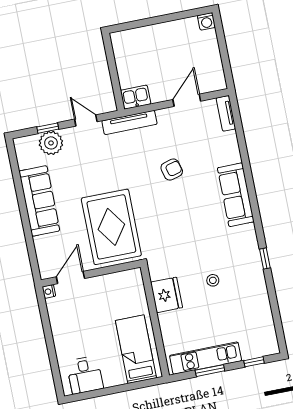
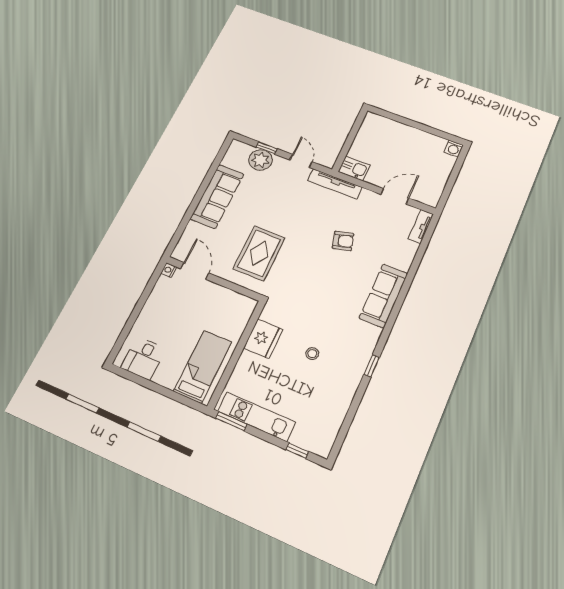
rug: (111, 227) -> (259, 253), width x0.73, depth x0.69
door: (70, 278) -> (195, 271), hinge flipped
window: (210, 371) -> (231, 421), moved

